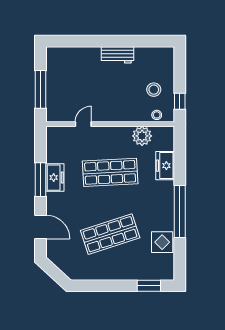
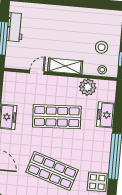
workbench: (118, 55) -> (15, 27), moved, turned -90
shelving: (115, 114) -> (65, 66), added
shop shelf: (110, 234) -> (52, 171), turned 36

